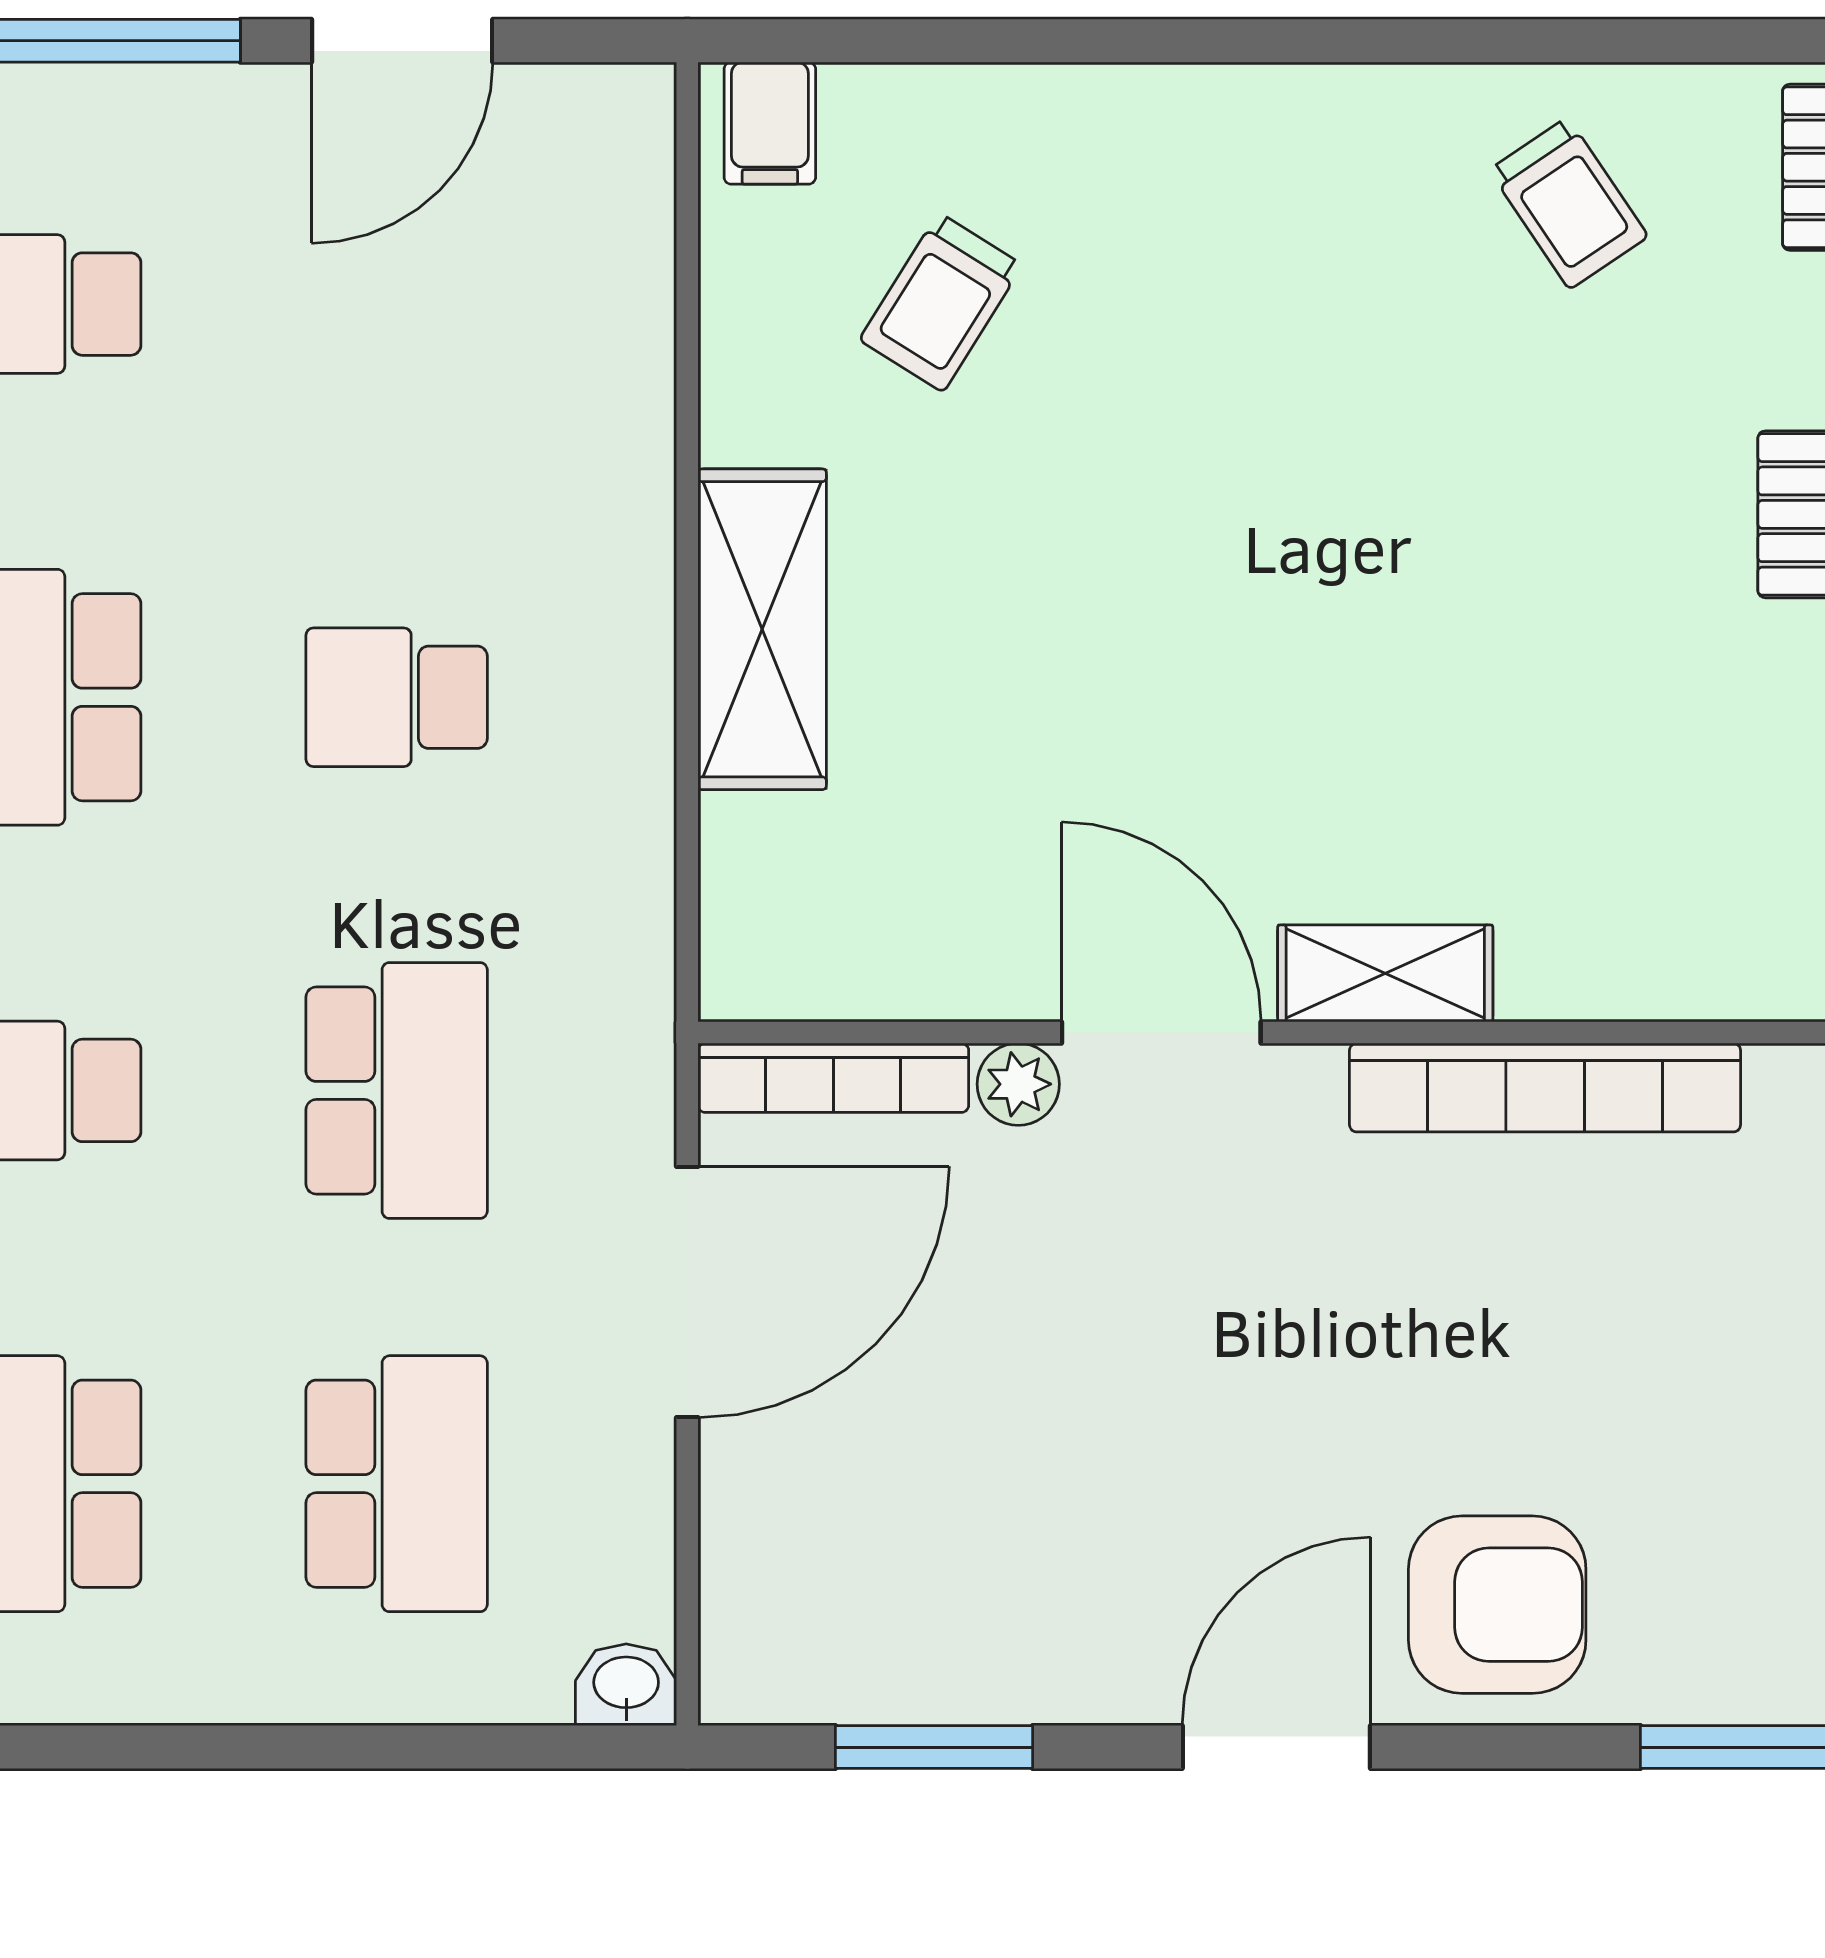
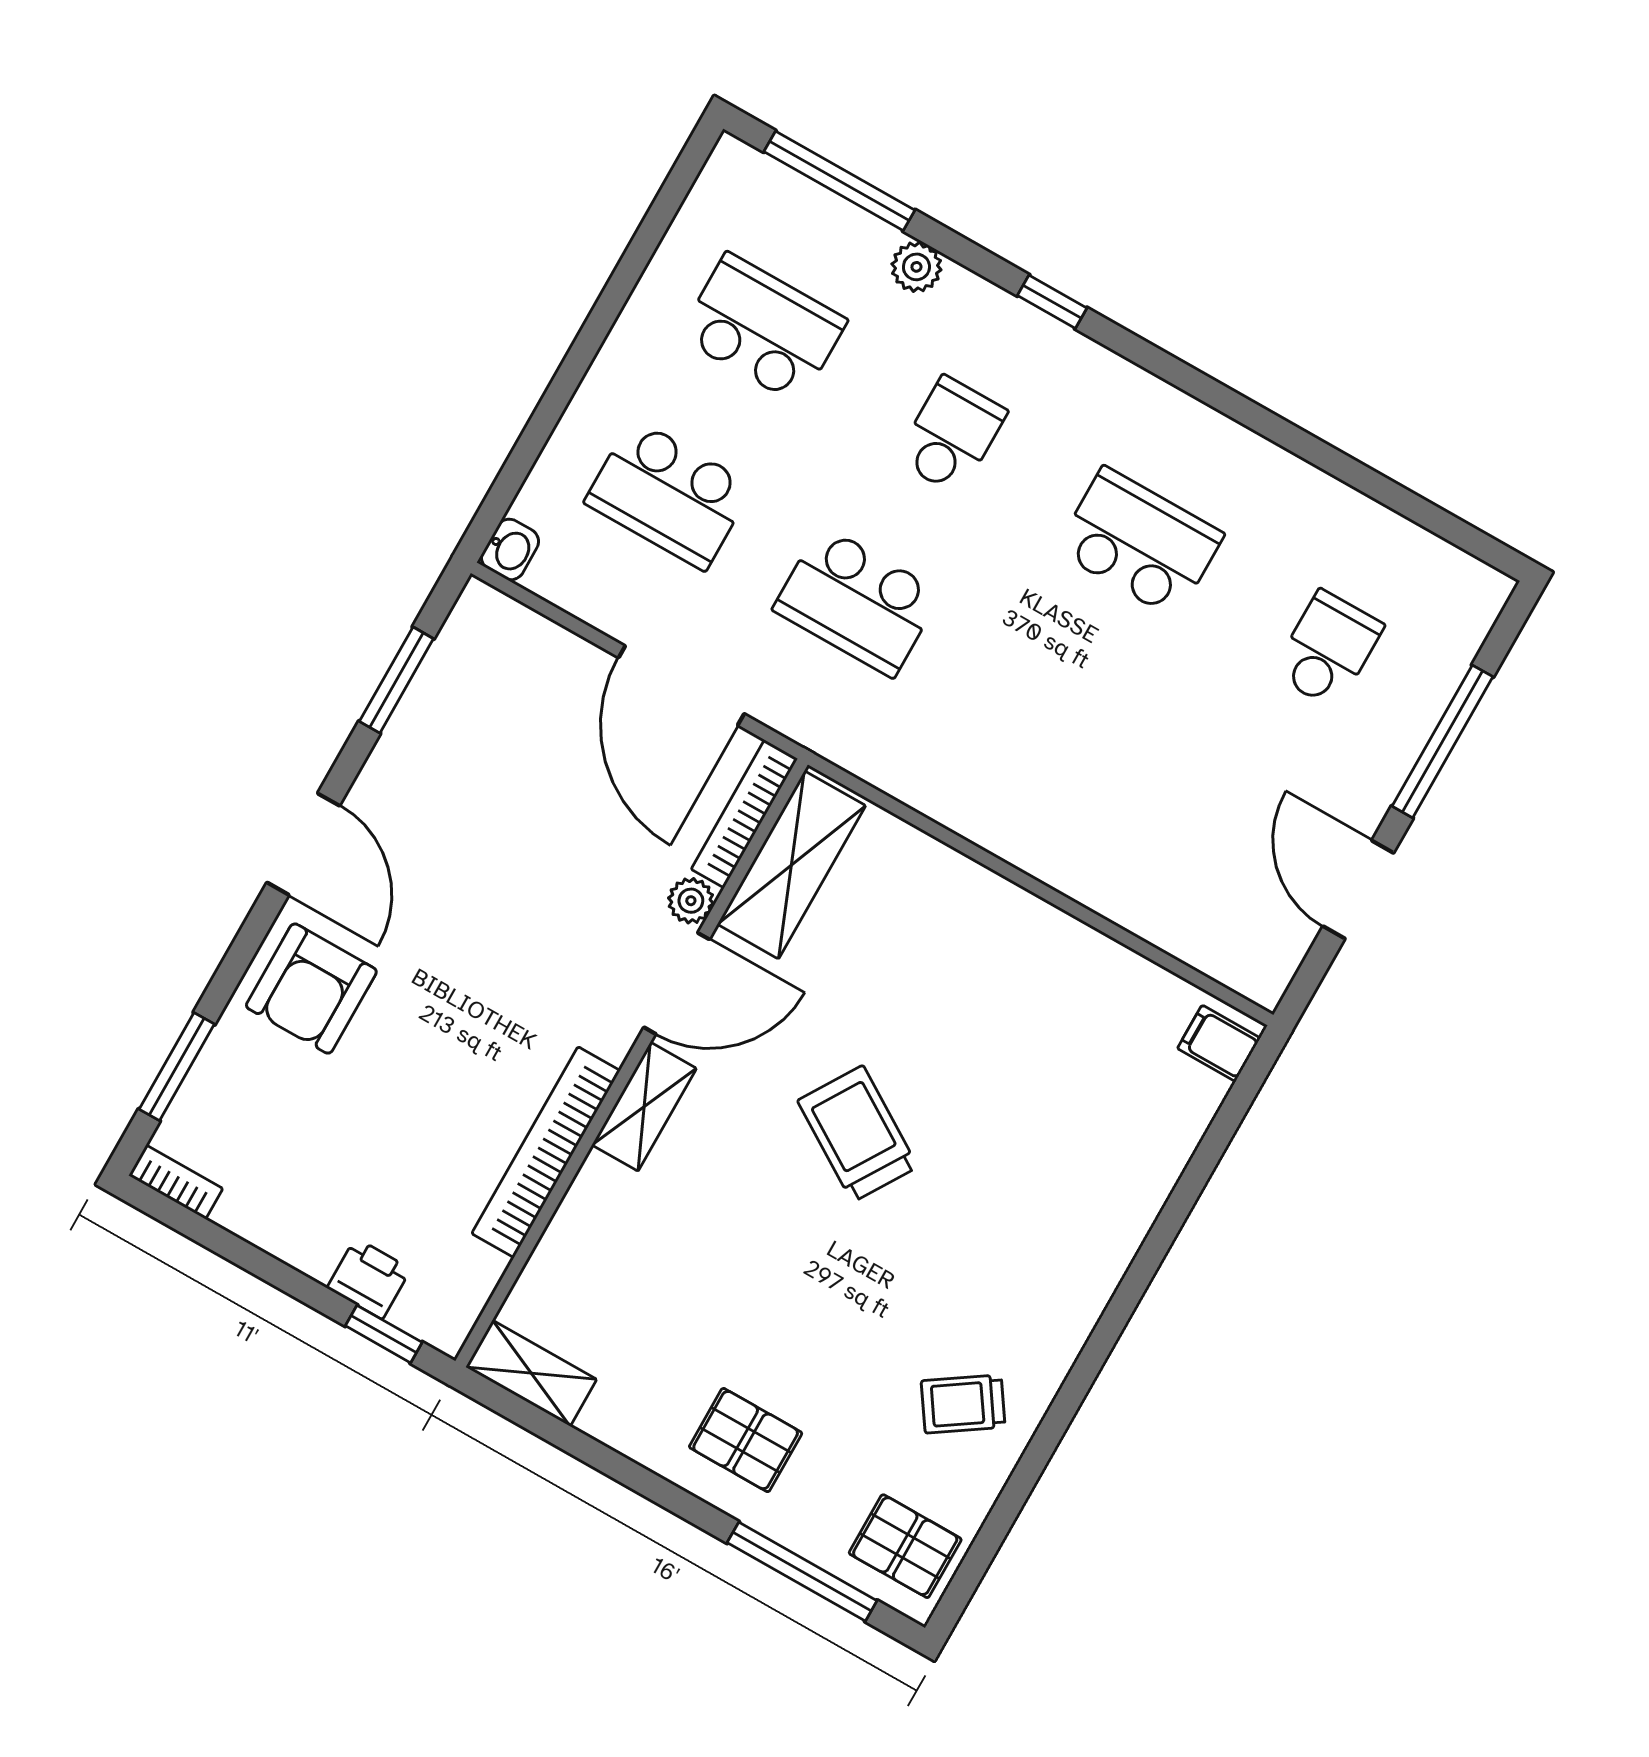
trolley: (941, 302) -> (858, 1134), moved, width x1.36, depth x1.39
shelving: (762, 629) -> (791, 865), moved, turned 90
school desk: (397, 697) -> (1045, 708), removed

